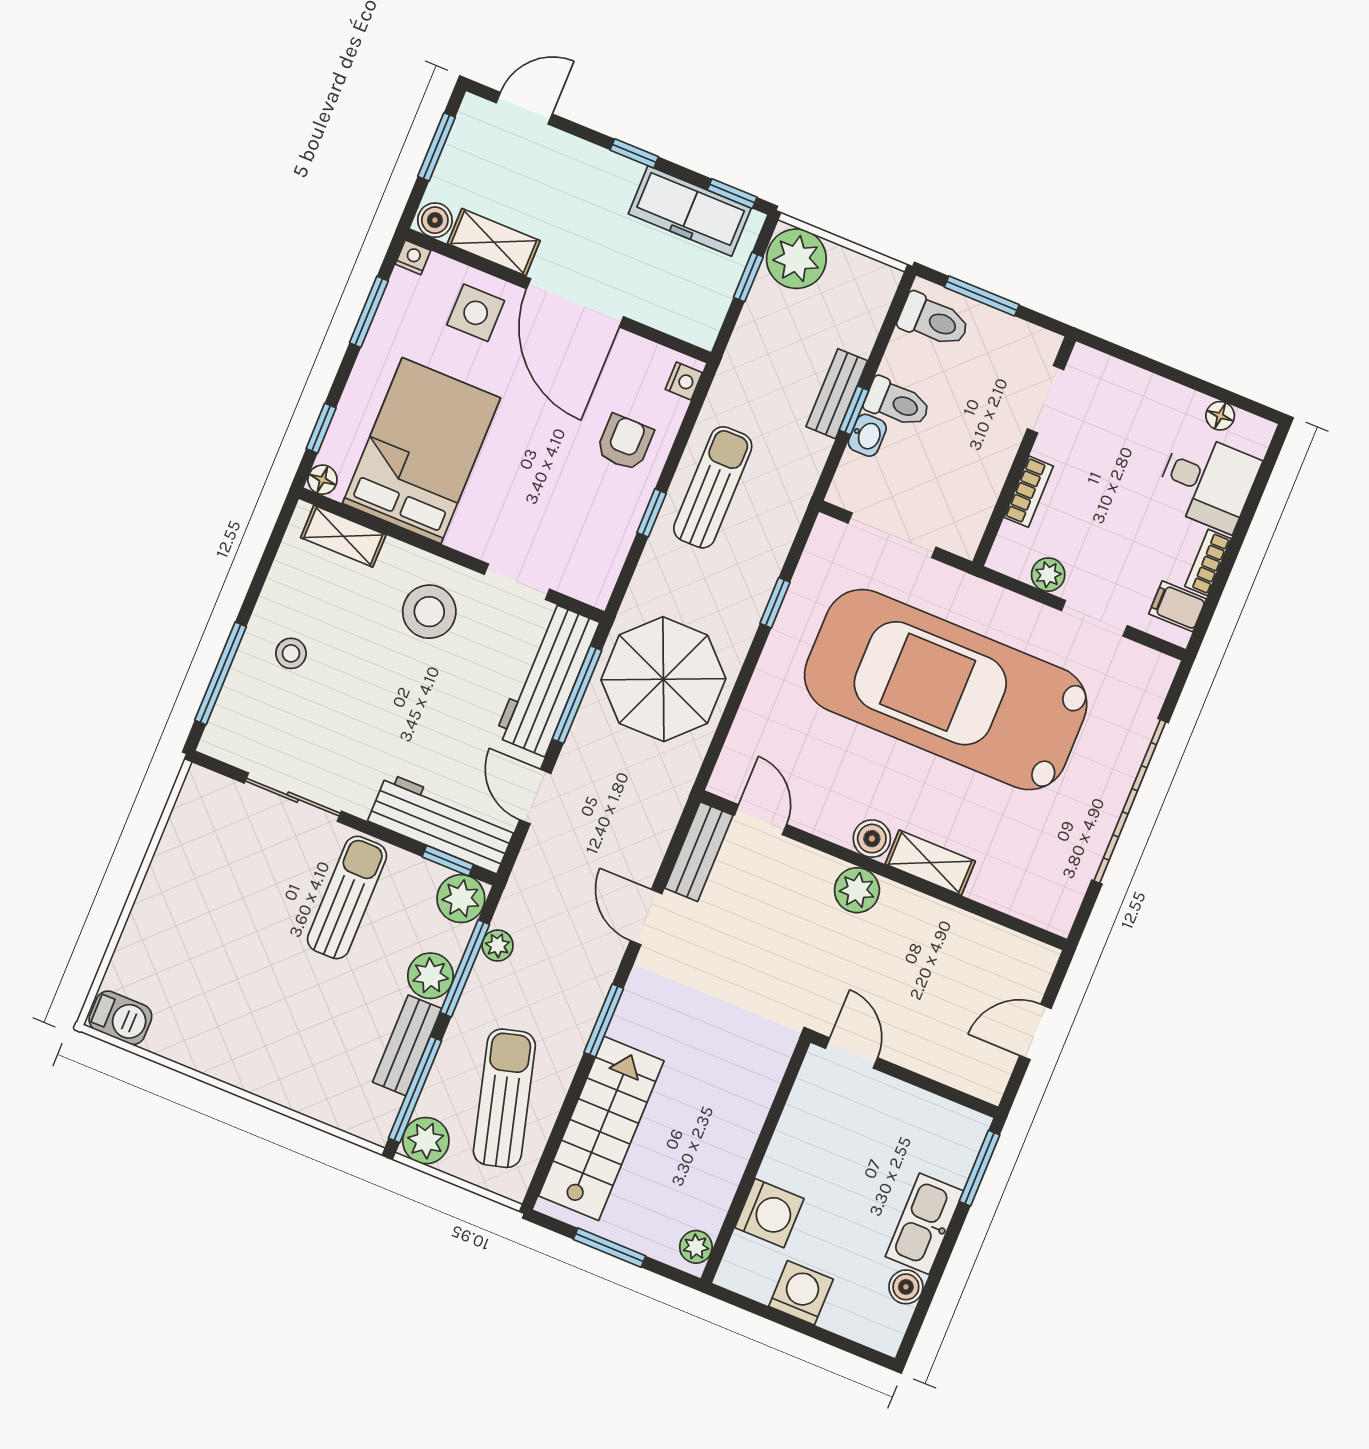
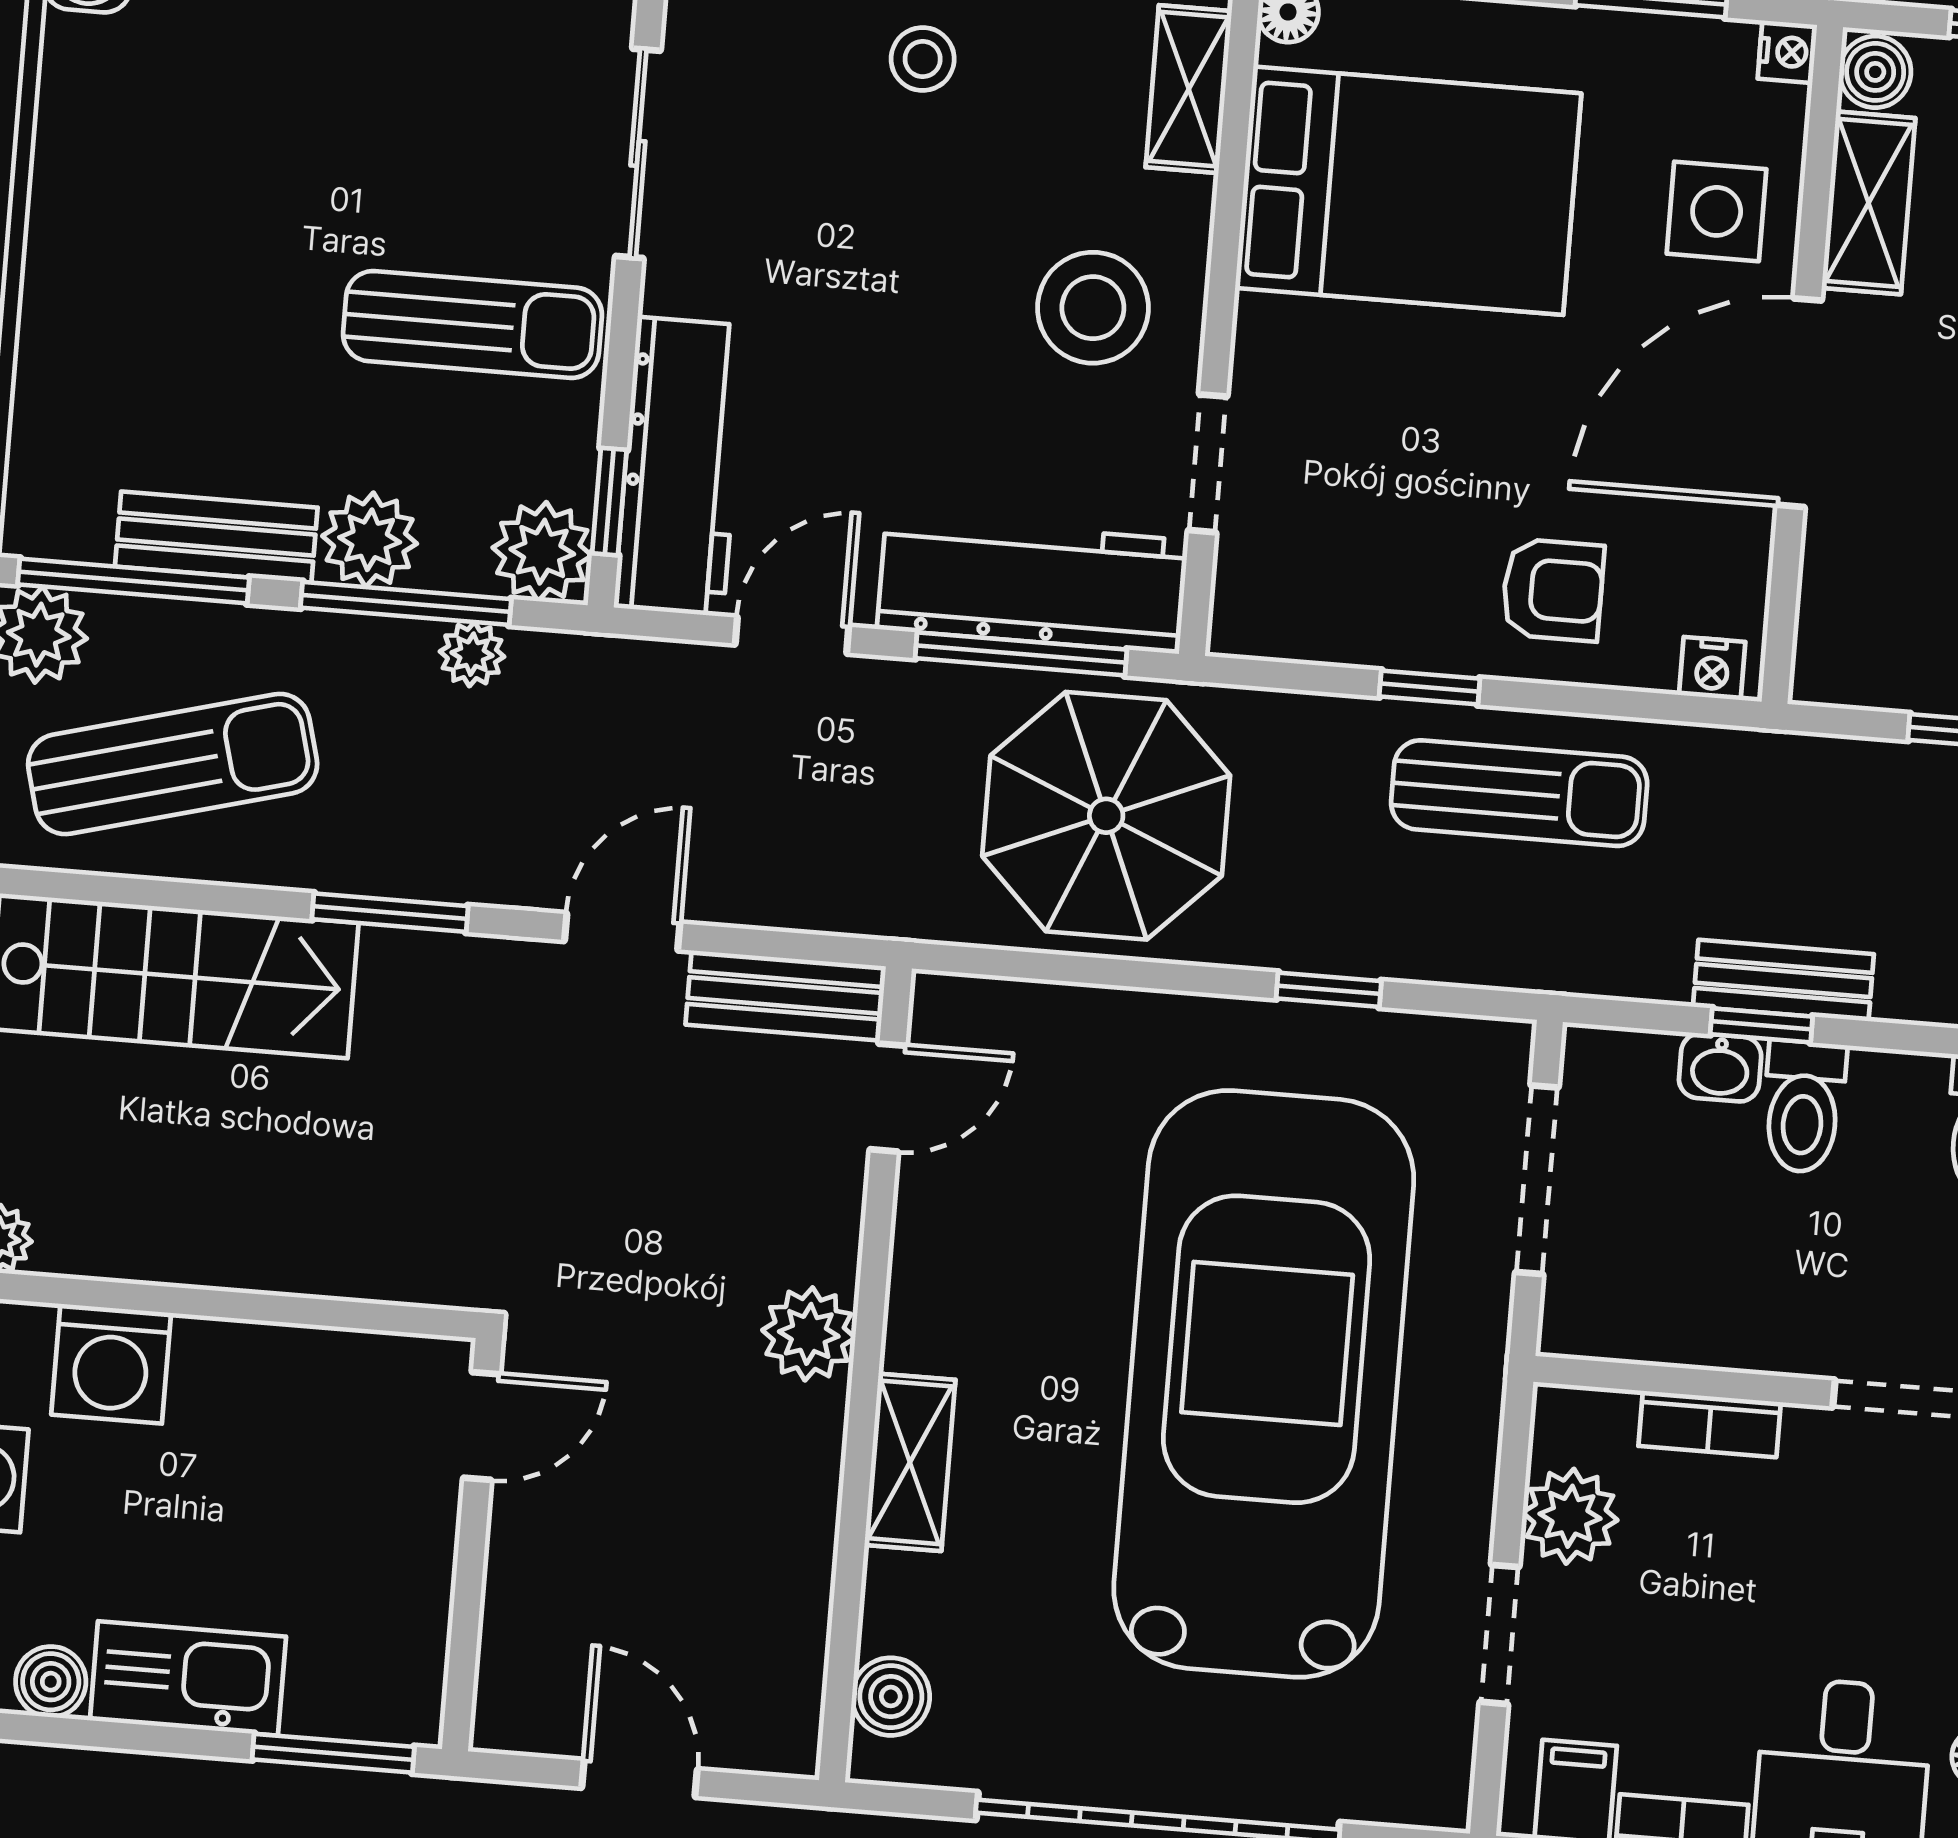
plant: (1048, 575) -> (1570, 1516), width x1.38, depth x1.38
boiler: (872, 839) -> (891, 1697), moved

